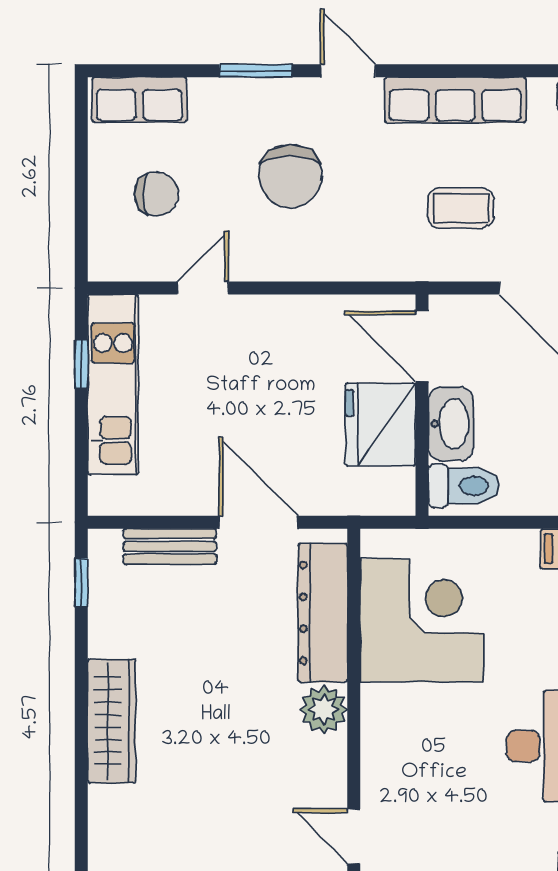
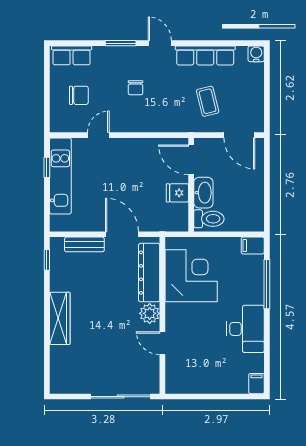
chair: (290, 176) -> (135, 88), width x0.54, depth x0.54
coffee table: (461, 208) -> (208, 101), turned 76
fridge: (381, 425) -> (177, 193), width x0.53, depth x0.75
door: (354, 836) -> (162, 343), moved

